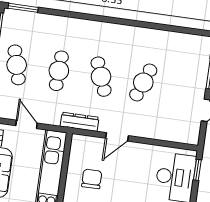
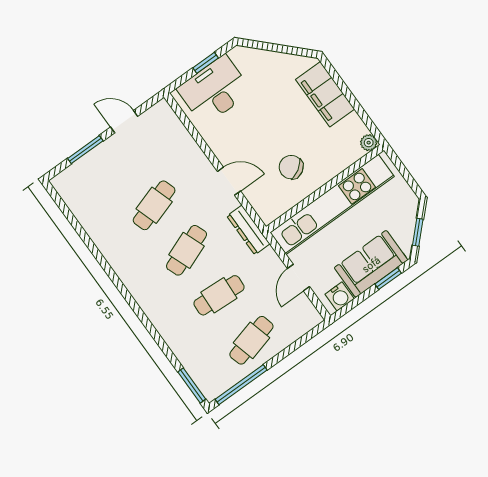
cafe table: (143, 82) -> (154, 205), turned -39
window: (197, 170) -> (206, 63), moved
chair: (92, 179) -> (291, 167), turned 58

